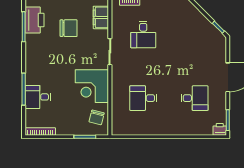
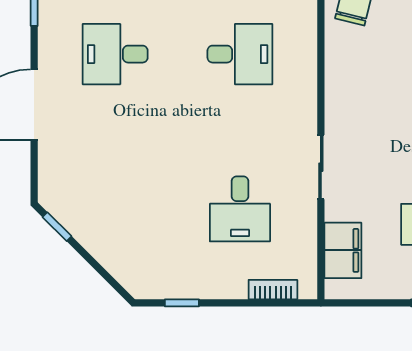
desk: (143, 34) -> (240, 209), turned 180
corner desk: (92, 86) -> (365, 83), removed

